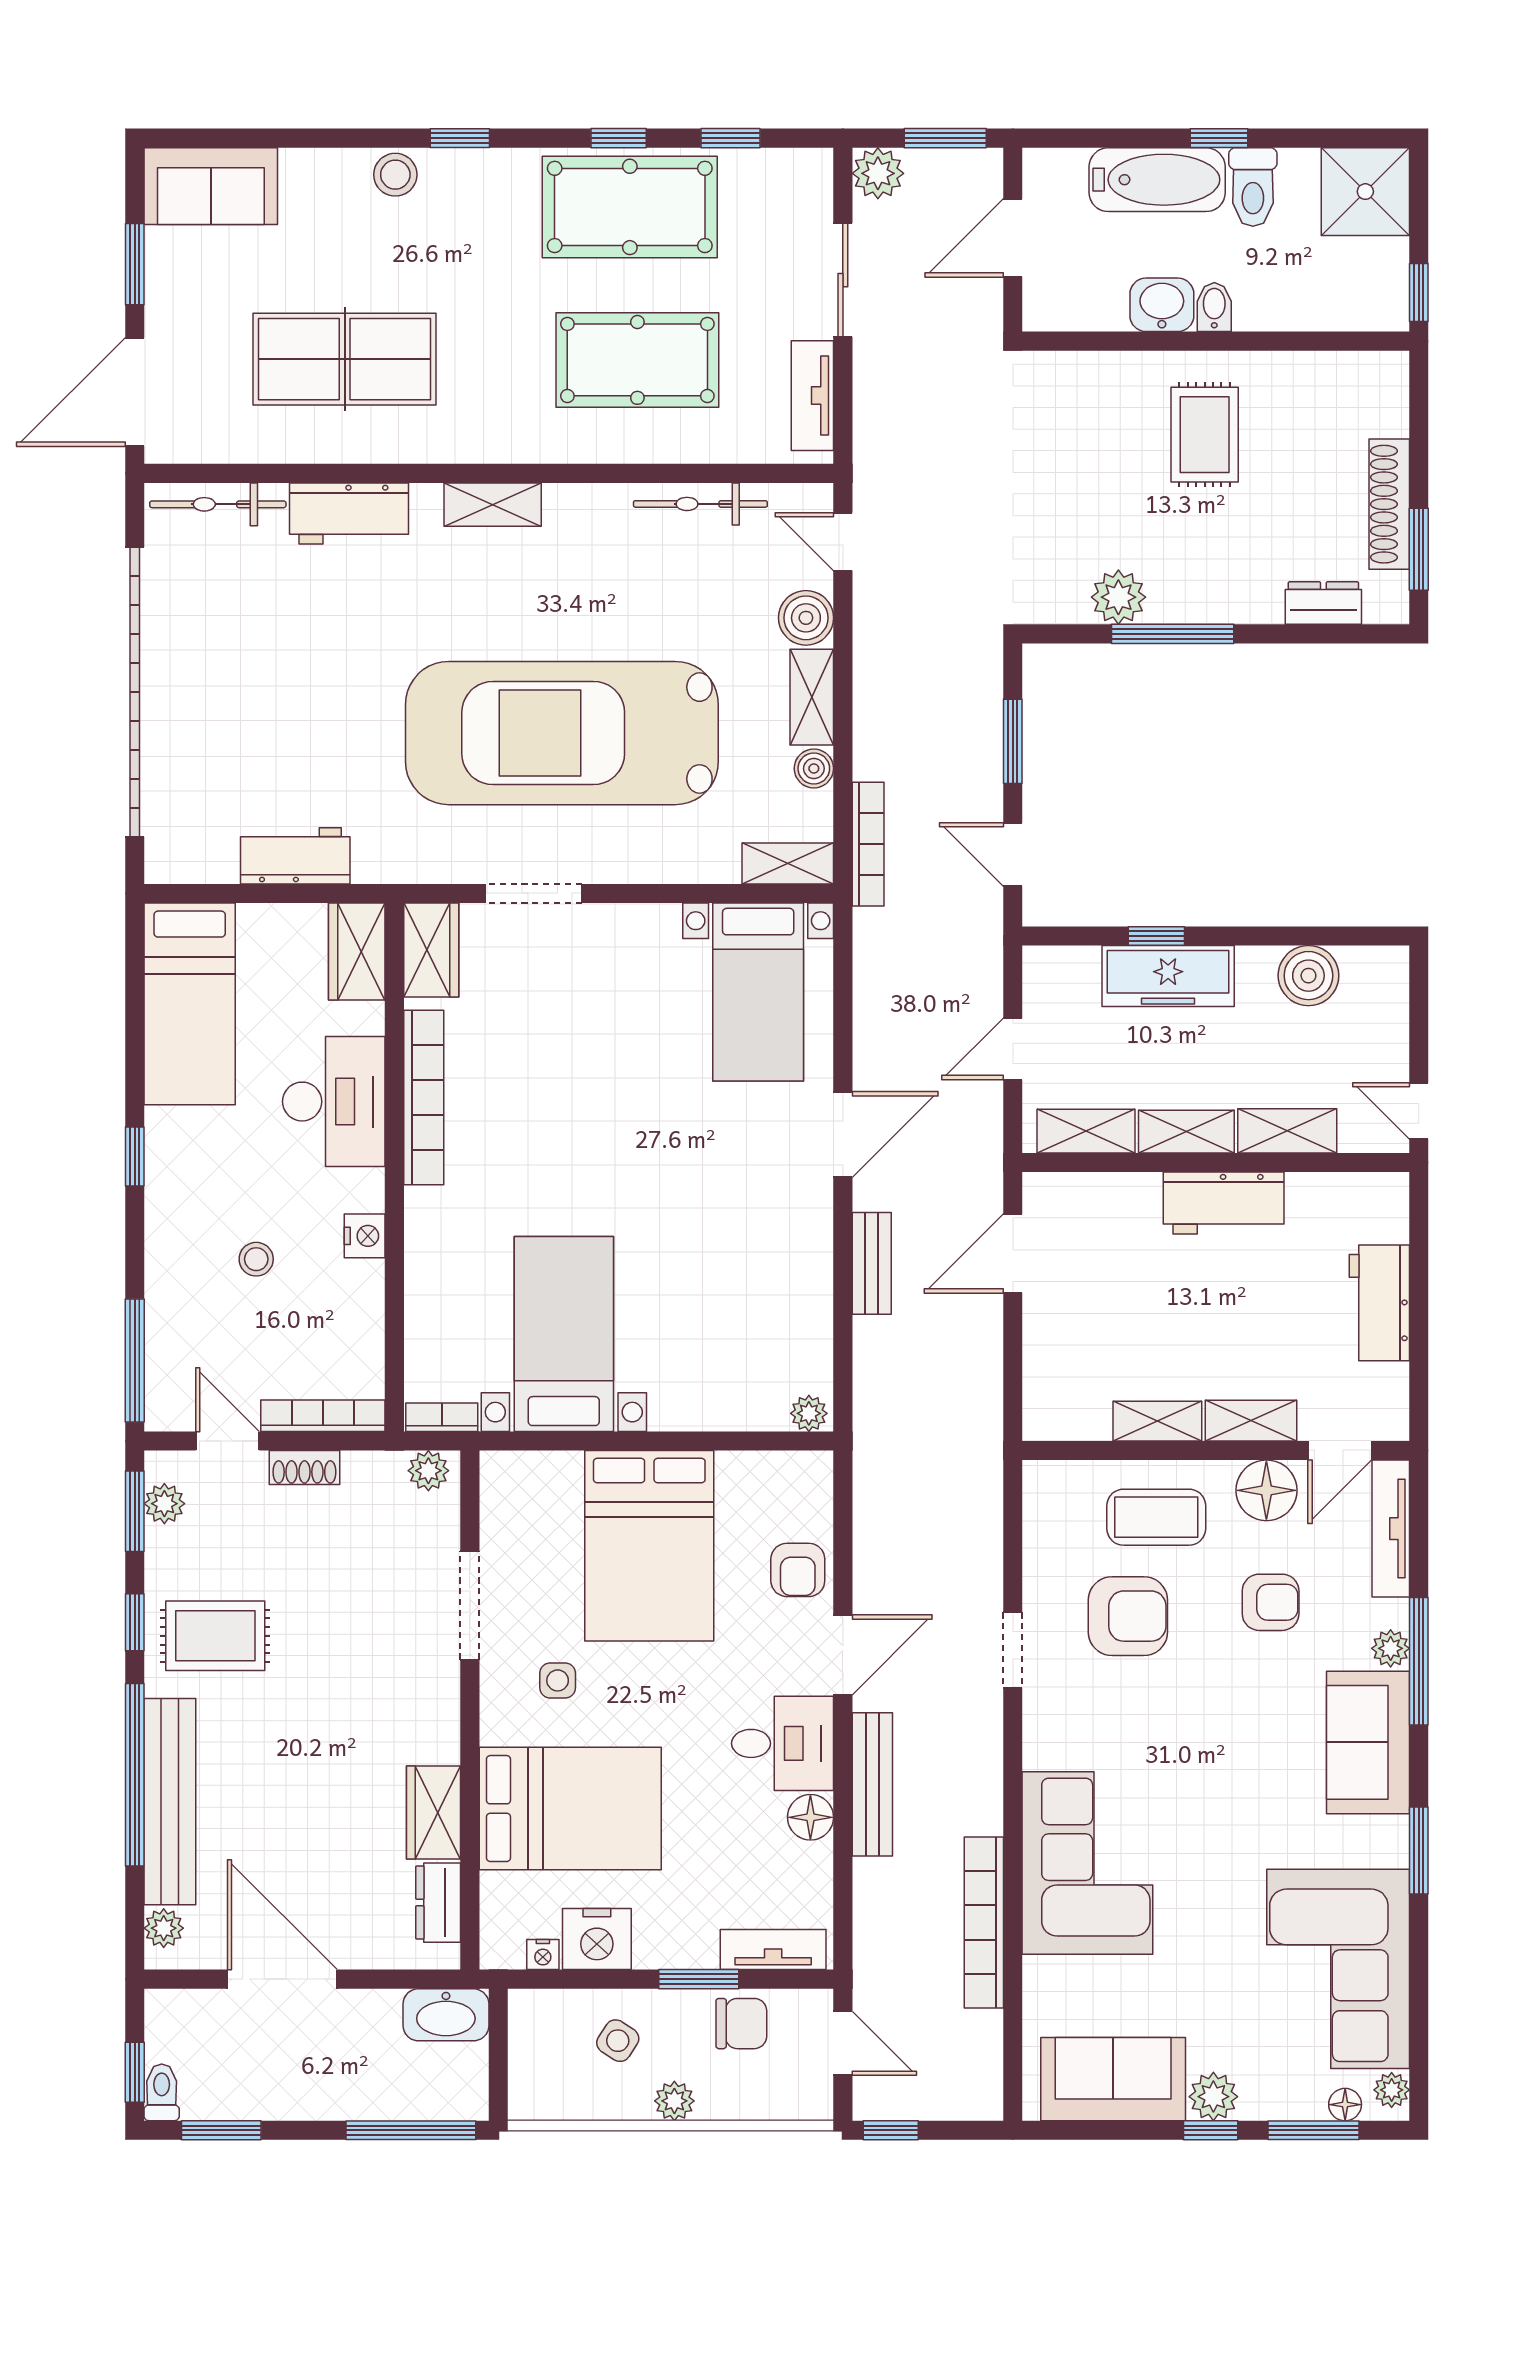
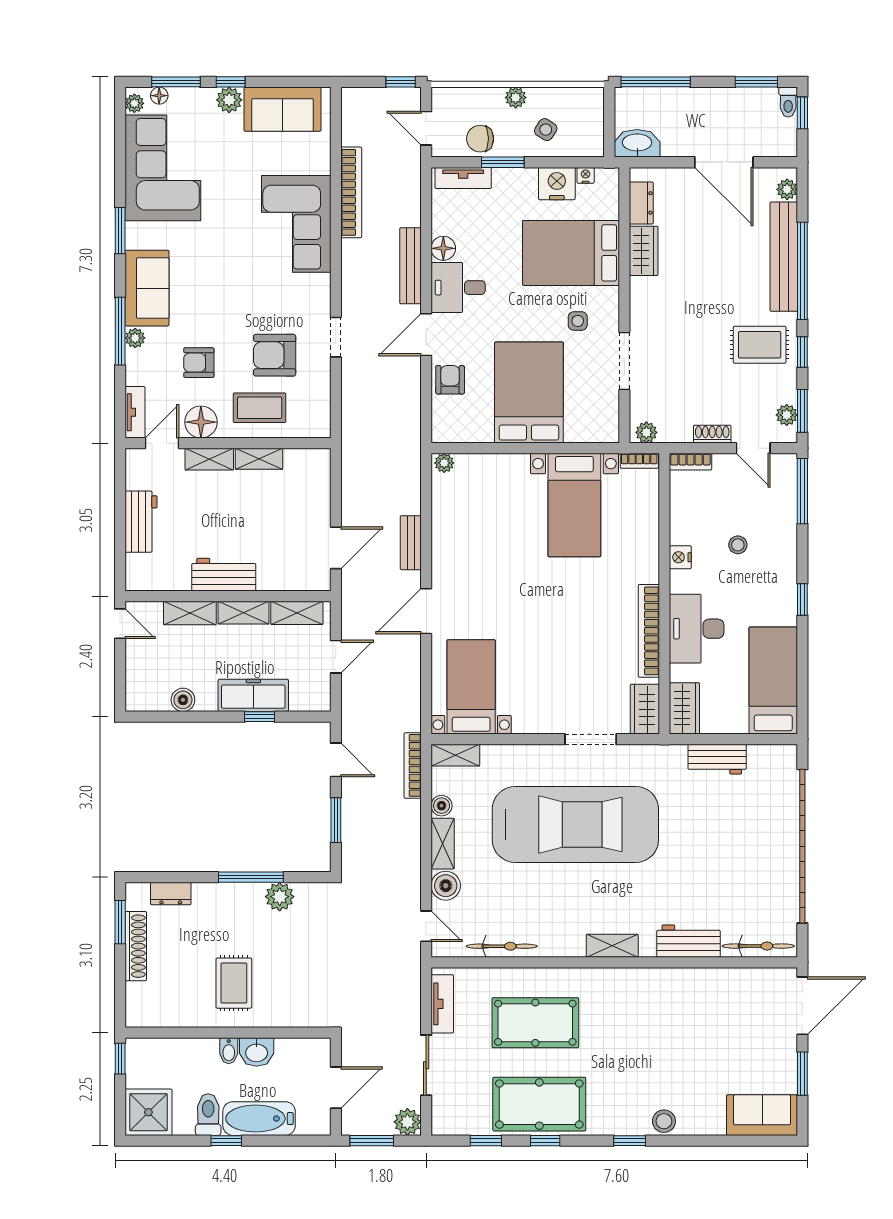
table tennis table: (345, 359) -> (691, 1023), removed
boiler: (1308, 976) -> (183, 700), width x0.73, depth x0.73
bookcase: (323, 1416) -> (691, 462), width x0.64
tv unit: (1391, 1529) -> (135, 412), width x0.71

